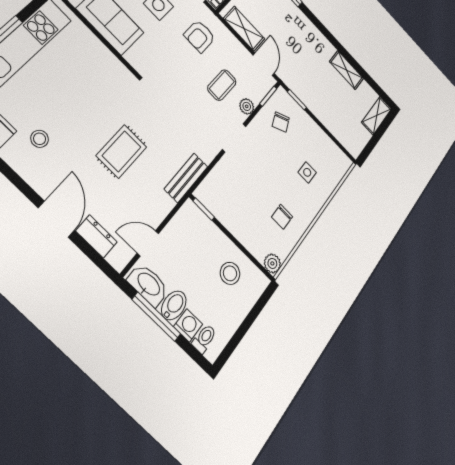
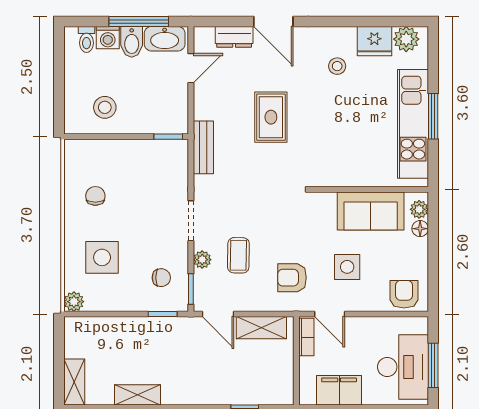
armchair: (200, 36) -> (292, 278), turned -90
chair: (281, 122) -> (161, 278), turned 114
side table: (307, 172) -> (102, 257), width x1.87, depth x1.87
plant: (272, 263) -> (74, 302), moved

